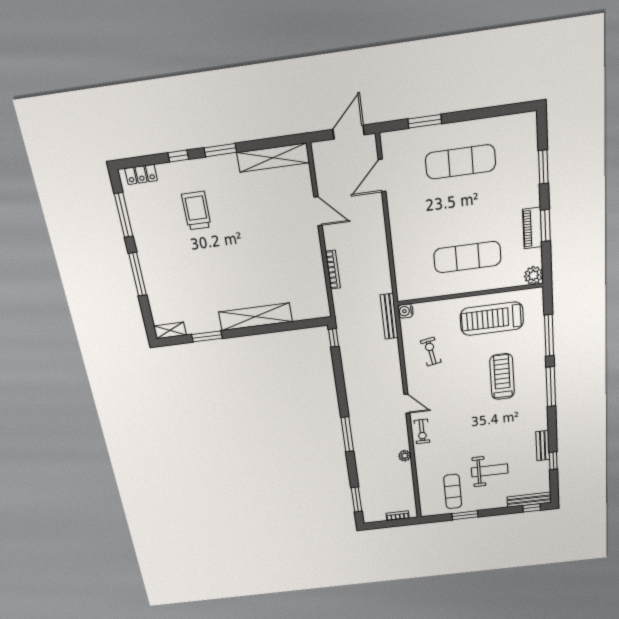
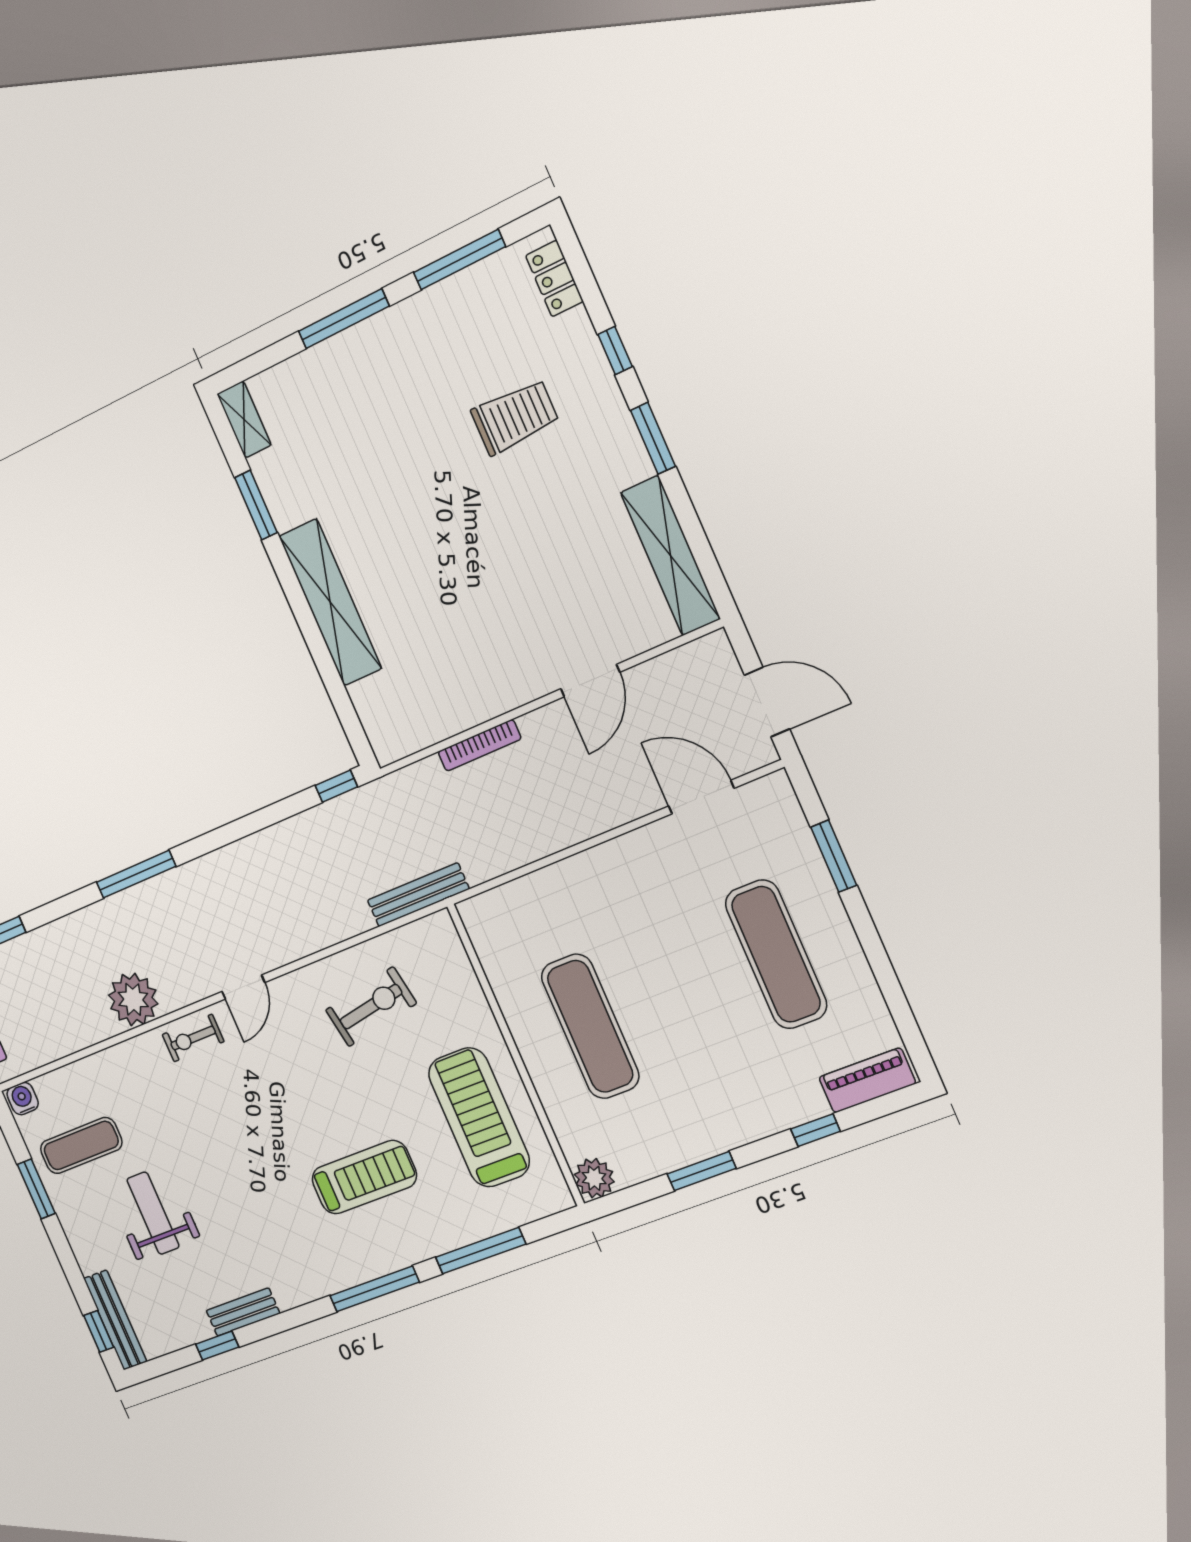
window: (543, 167) -> (815, 1130), width x0.67
piano: (532, 228) -> (867, 1080), moved
water cooler: (406, 311) -> (23, 1099), moved
exercise bike: (431, 352) -> (371, 1007), width x1.38, depth x1.39
plant: (405, 456) -> (133, 999), width x1.87, depth x1.87
weight bench: (490, 470) -> (153, 1213), turned 180

